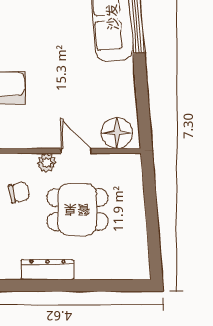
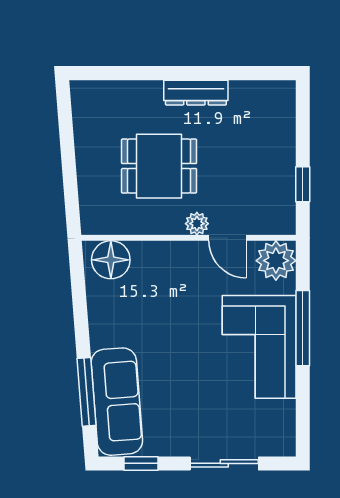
door: (76, 151) -> (227, 238), moved
chair: (19, 192) -> (231, 187), removed

